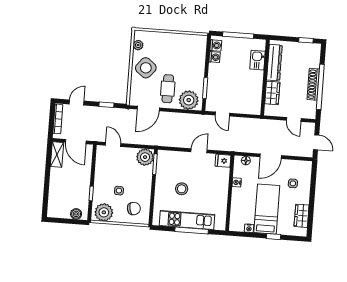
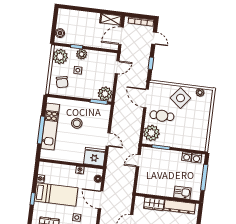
fridge: (223, 161) -> (94, 157), width x1.88, depth x1.34
plant: (100, 187) -> (82, 54), added

